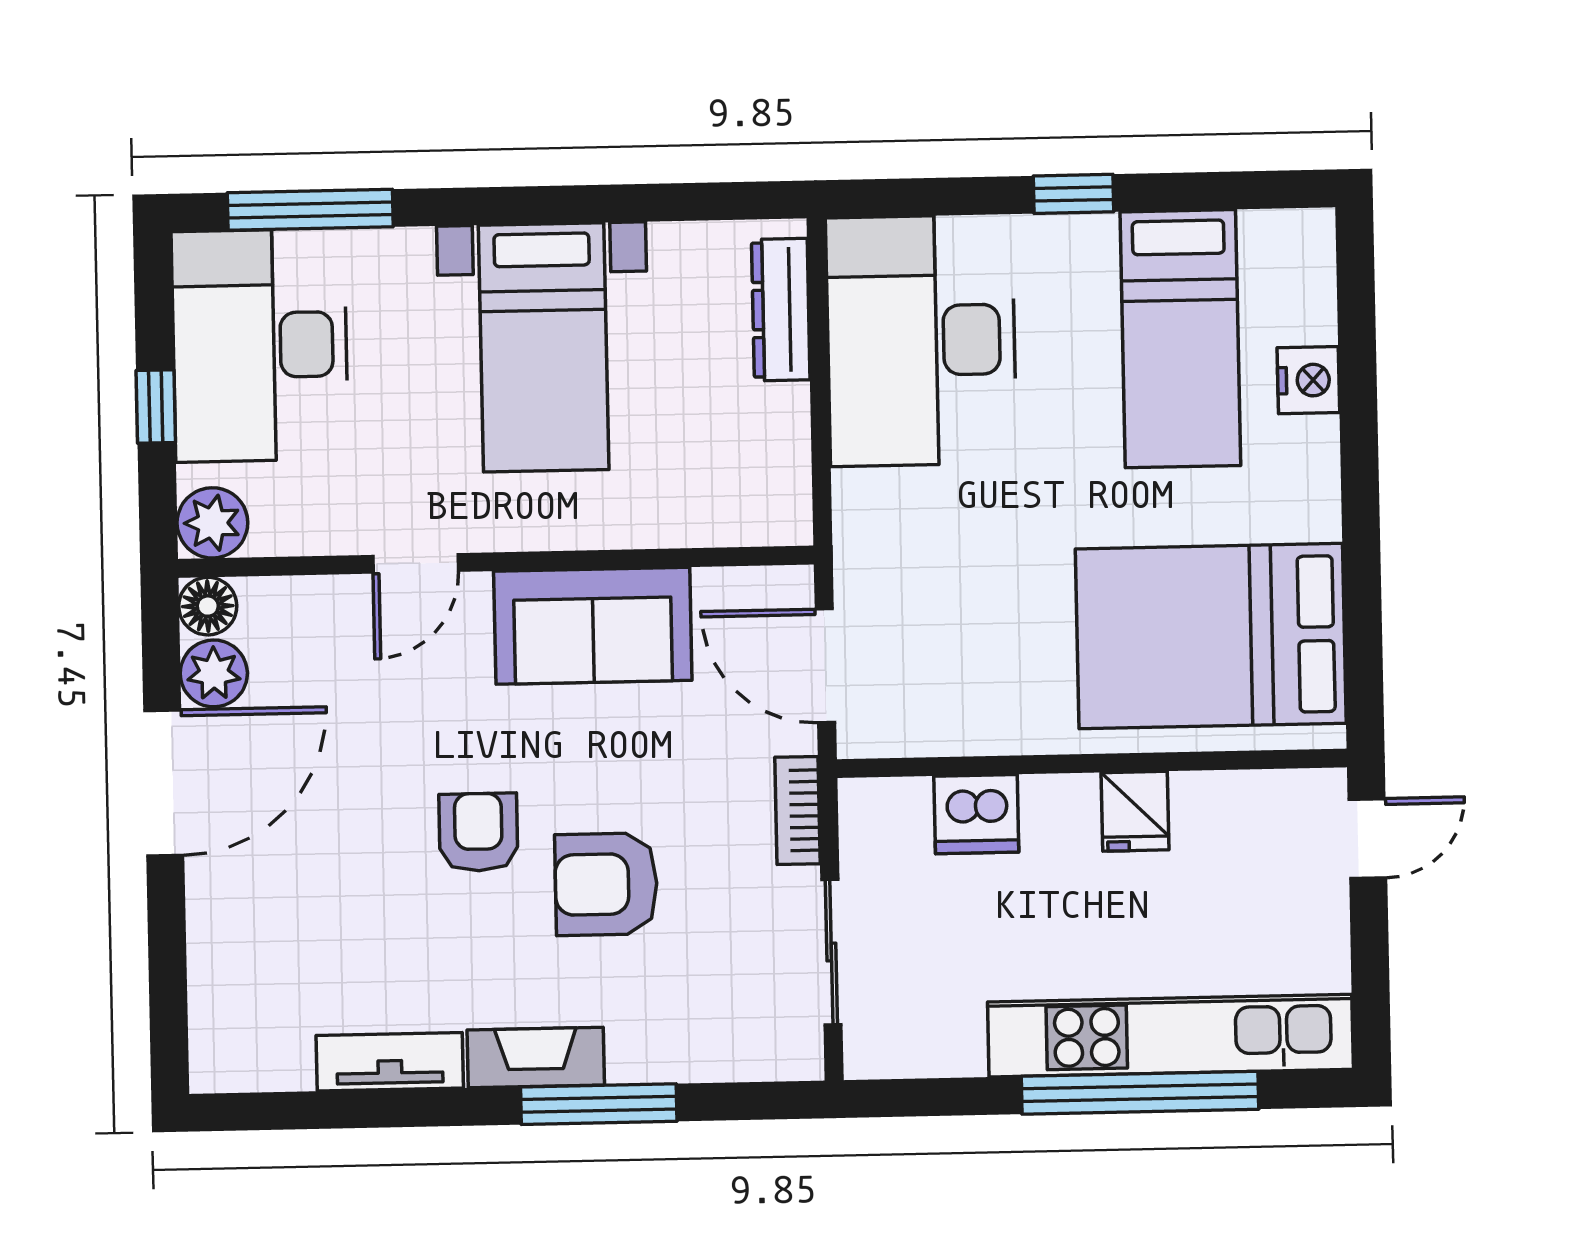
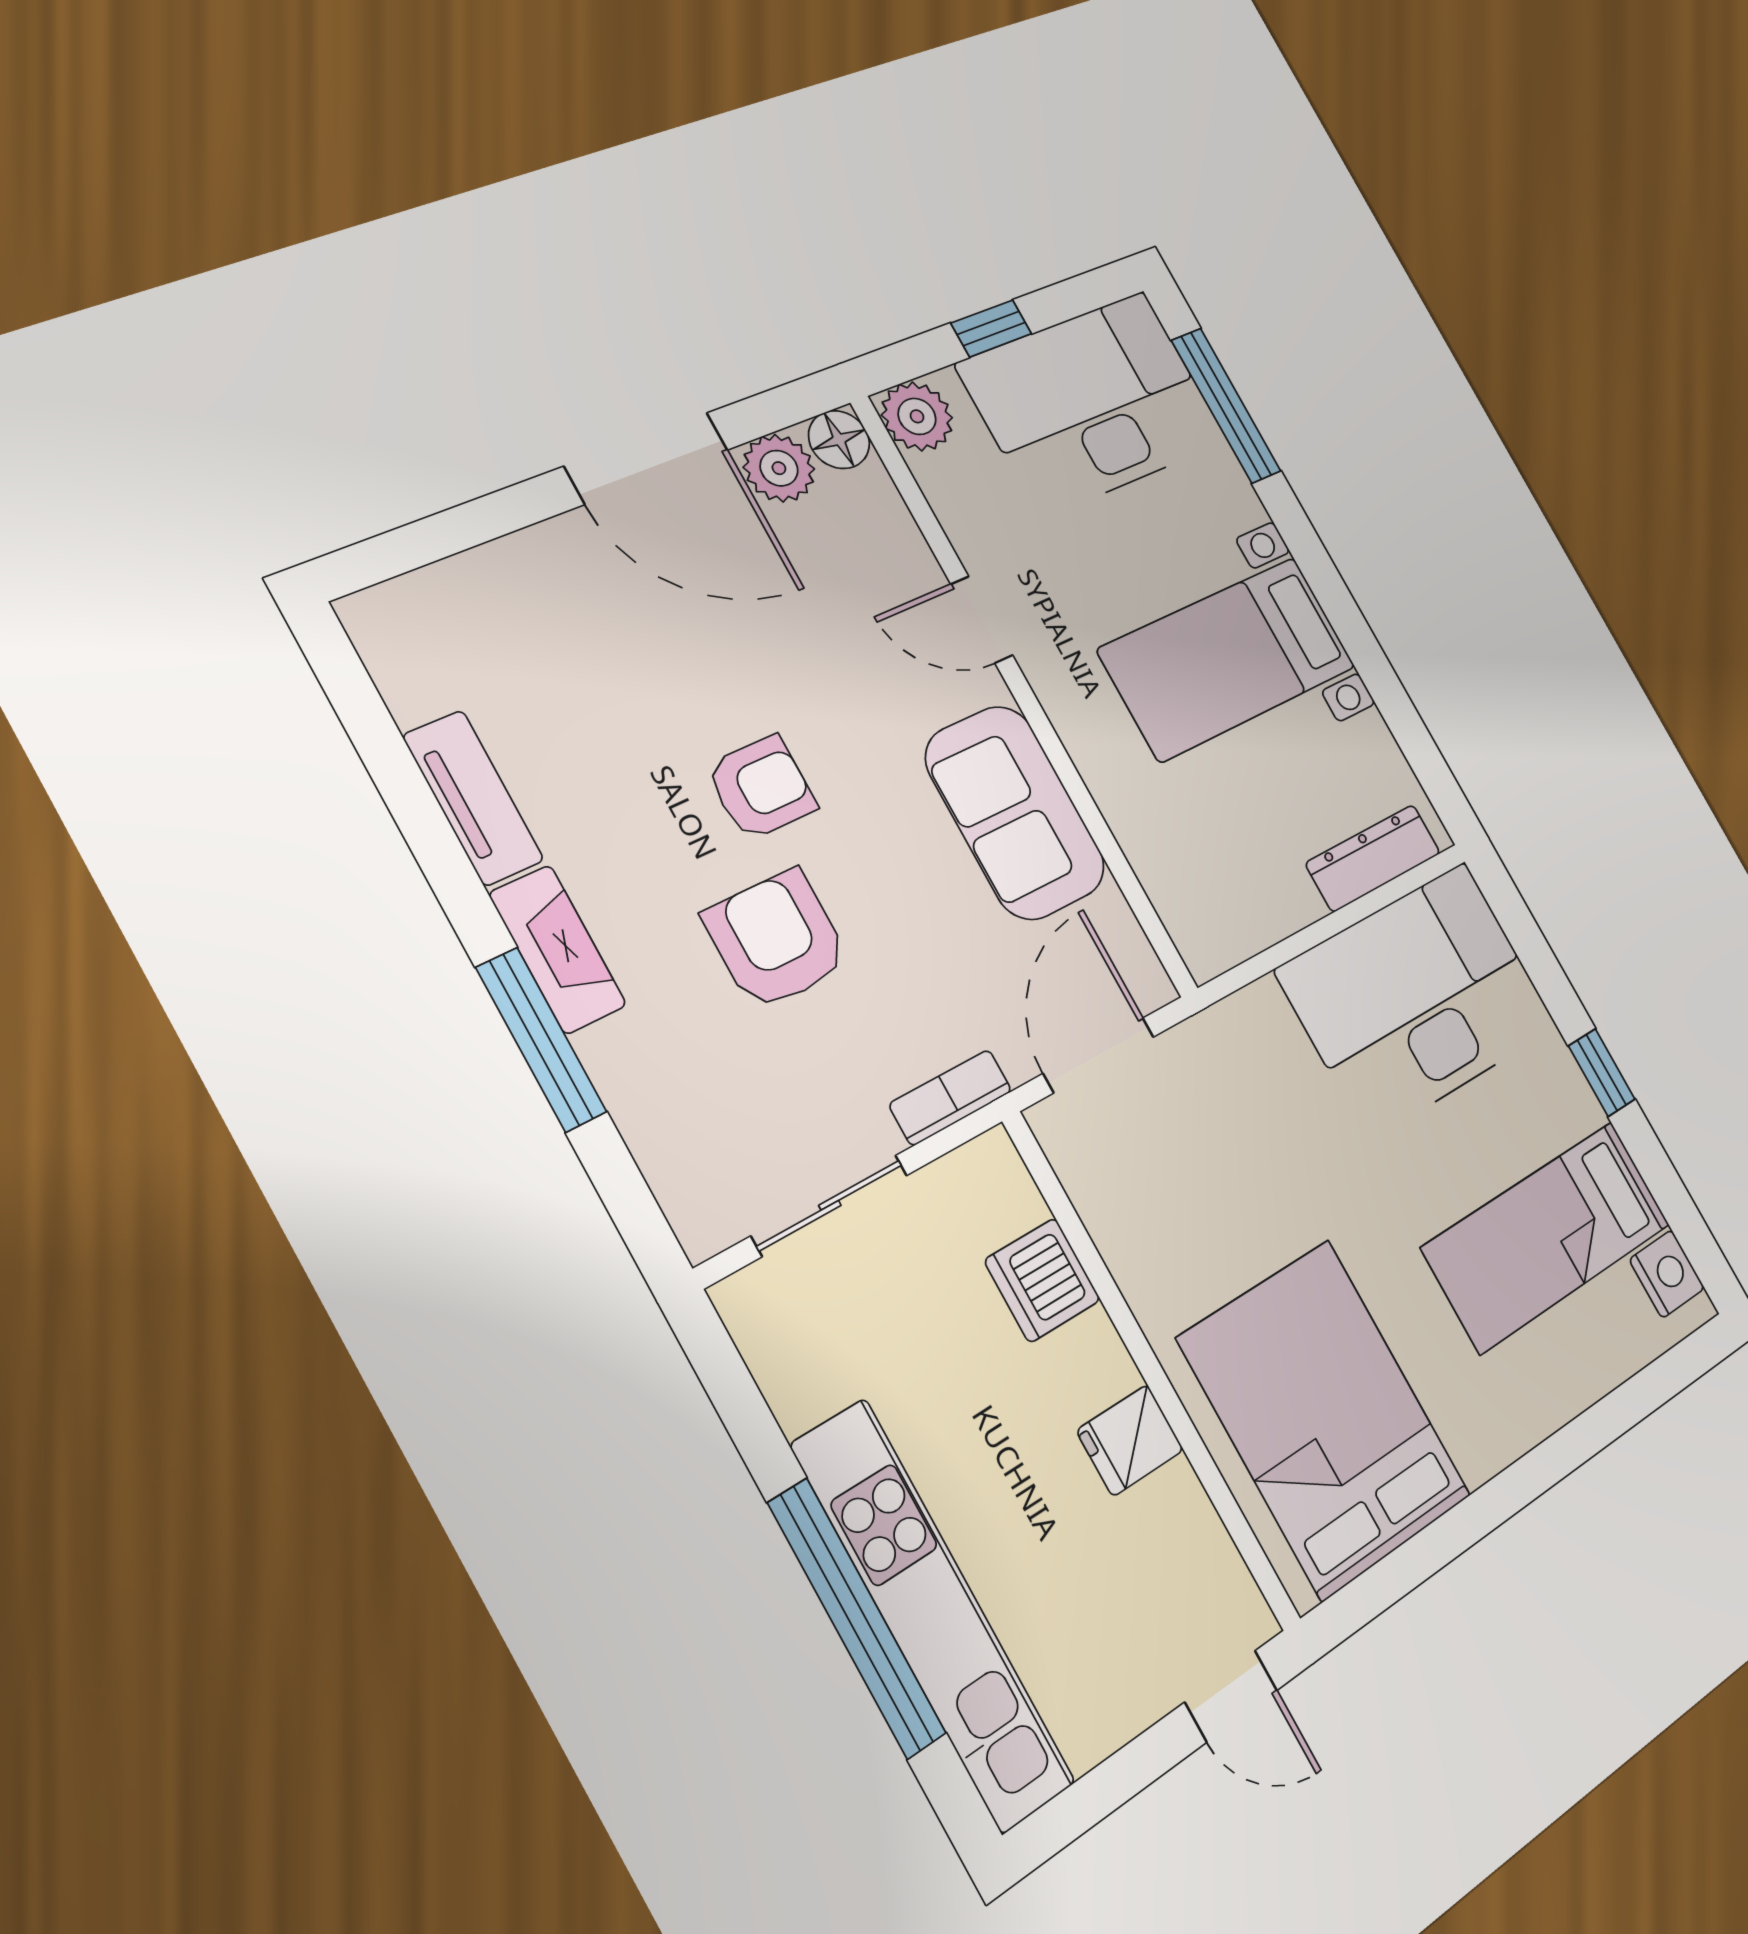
nightstand: (1308, 380) -> (1667, 1274), moved, turned -90

